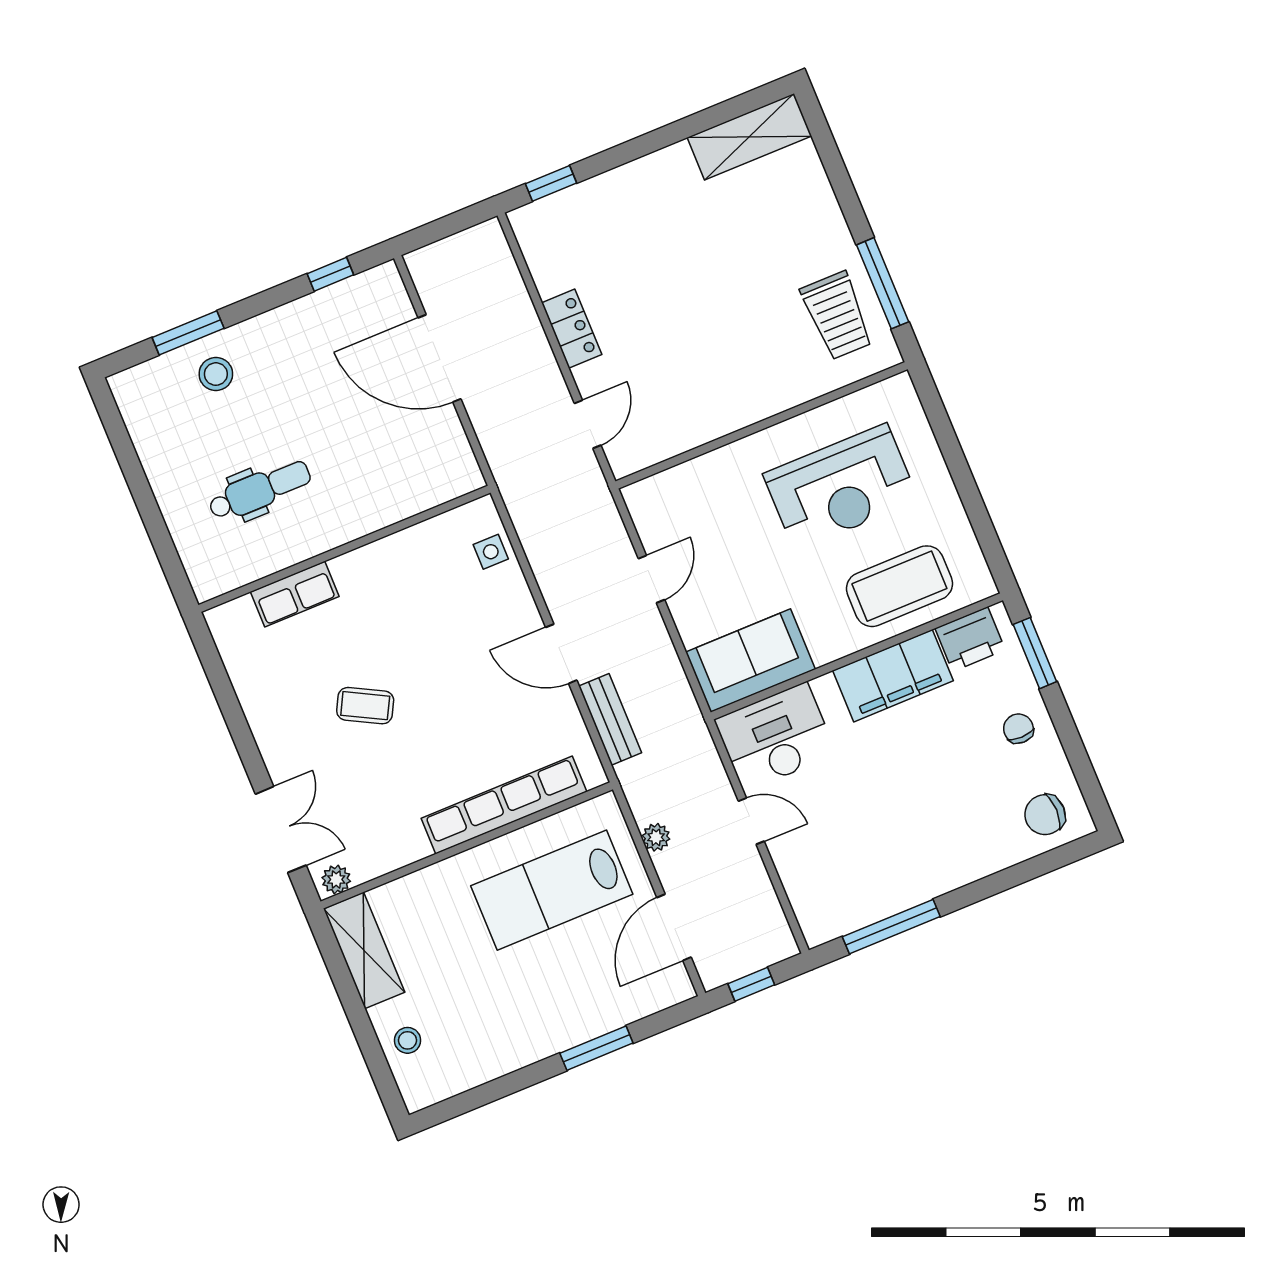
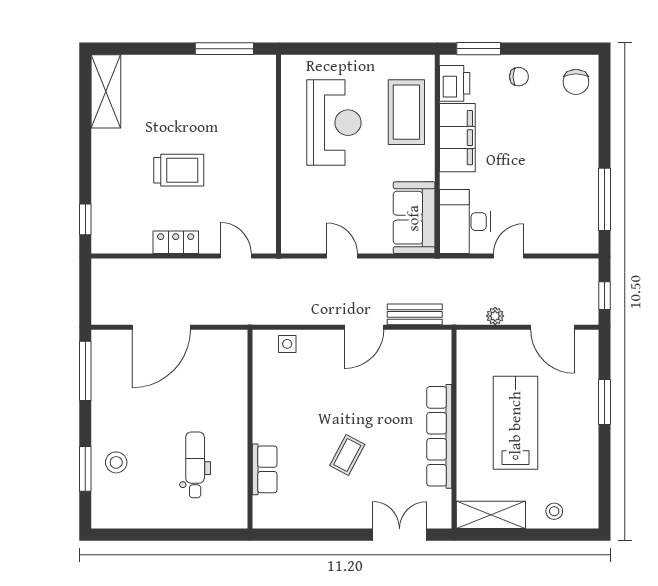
window: (330, 274) -> (85, 371), width x2.17
trolley: (837, 316) -> (179, 170), moved
chair: (1018, 729) -> (519, 77), turned 180
row of seats: (504, 805) -> (439, 436), moved
plant: (336, 879) -> (442, 514), removed
lab bench: (552, 890) -> (516, 423), moved, turned 180

